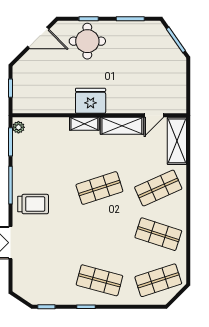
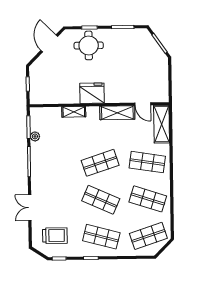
door: (38, 38) -> (49, 43), swing flipped
door: (154, 115) -> (143, 104), hinge flipped
shelving: (84, 124) -> (74, 112), moved
plant: (18, 127) -> (35, 136), moved
shop shelf: (158, 188) -> (147, 162), turned 33
trolley: (33, 204) -> (55, 236), moved
shop shelf: (99, 234) -> (101, 200), added

